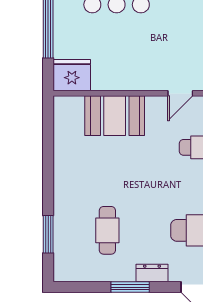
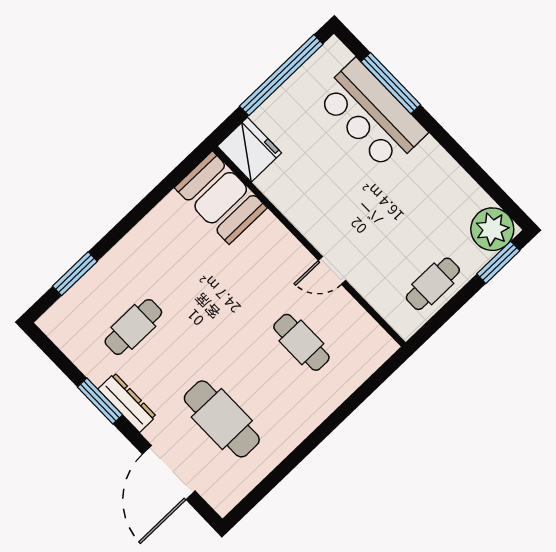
booth: (115, 116) -> (221, 198), moved
dresser: (152, 273) -> (127, 403), width x1.44

